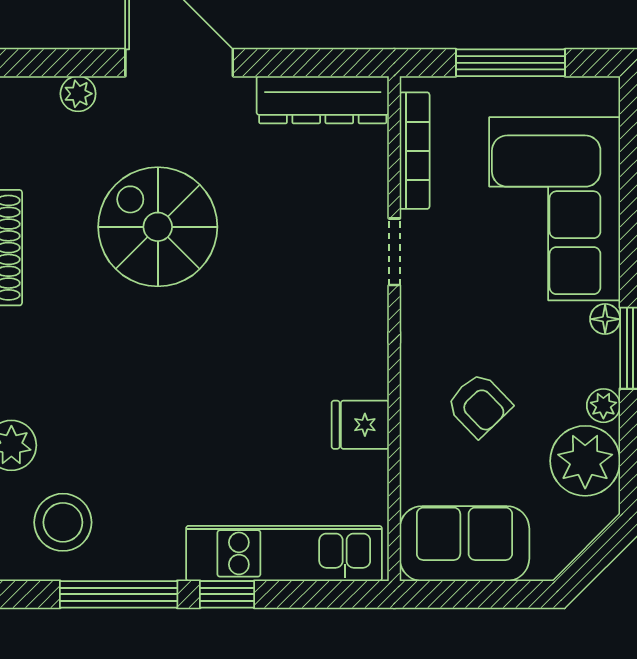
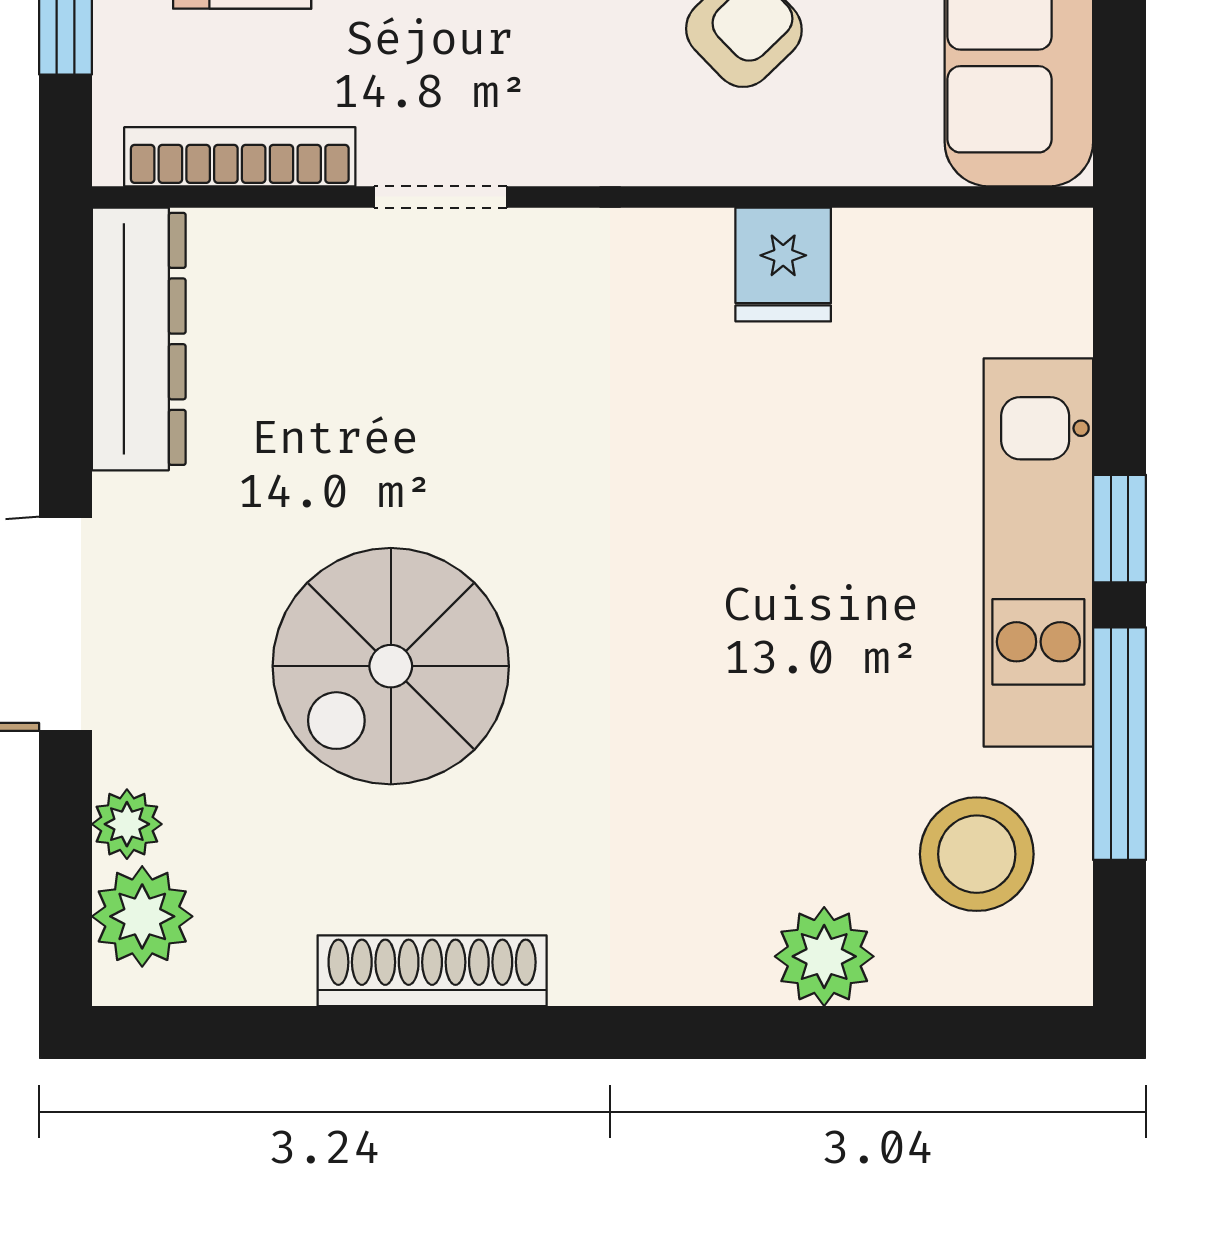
plant: (32, 101) -> (142, 916), added
kitchen unit: (284, 553) -> (1038, 552), moved

